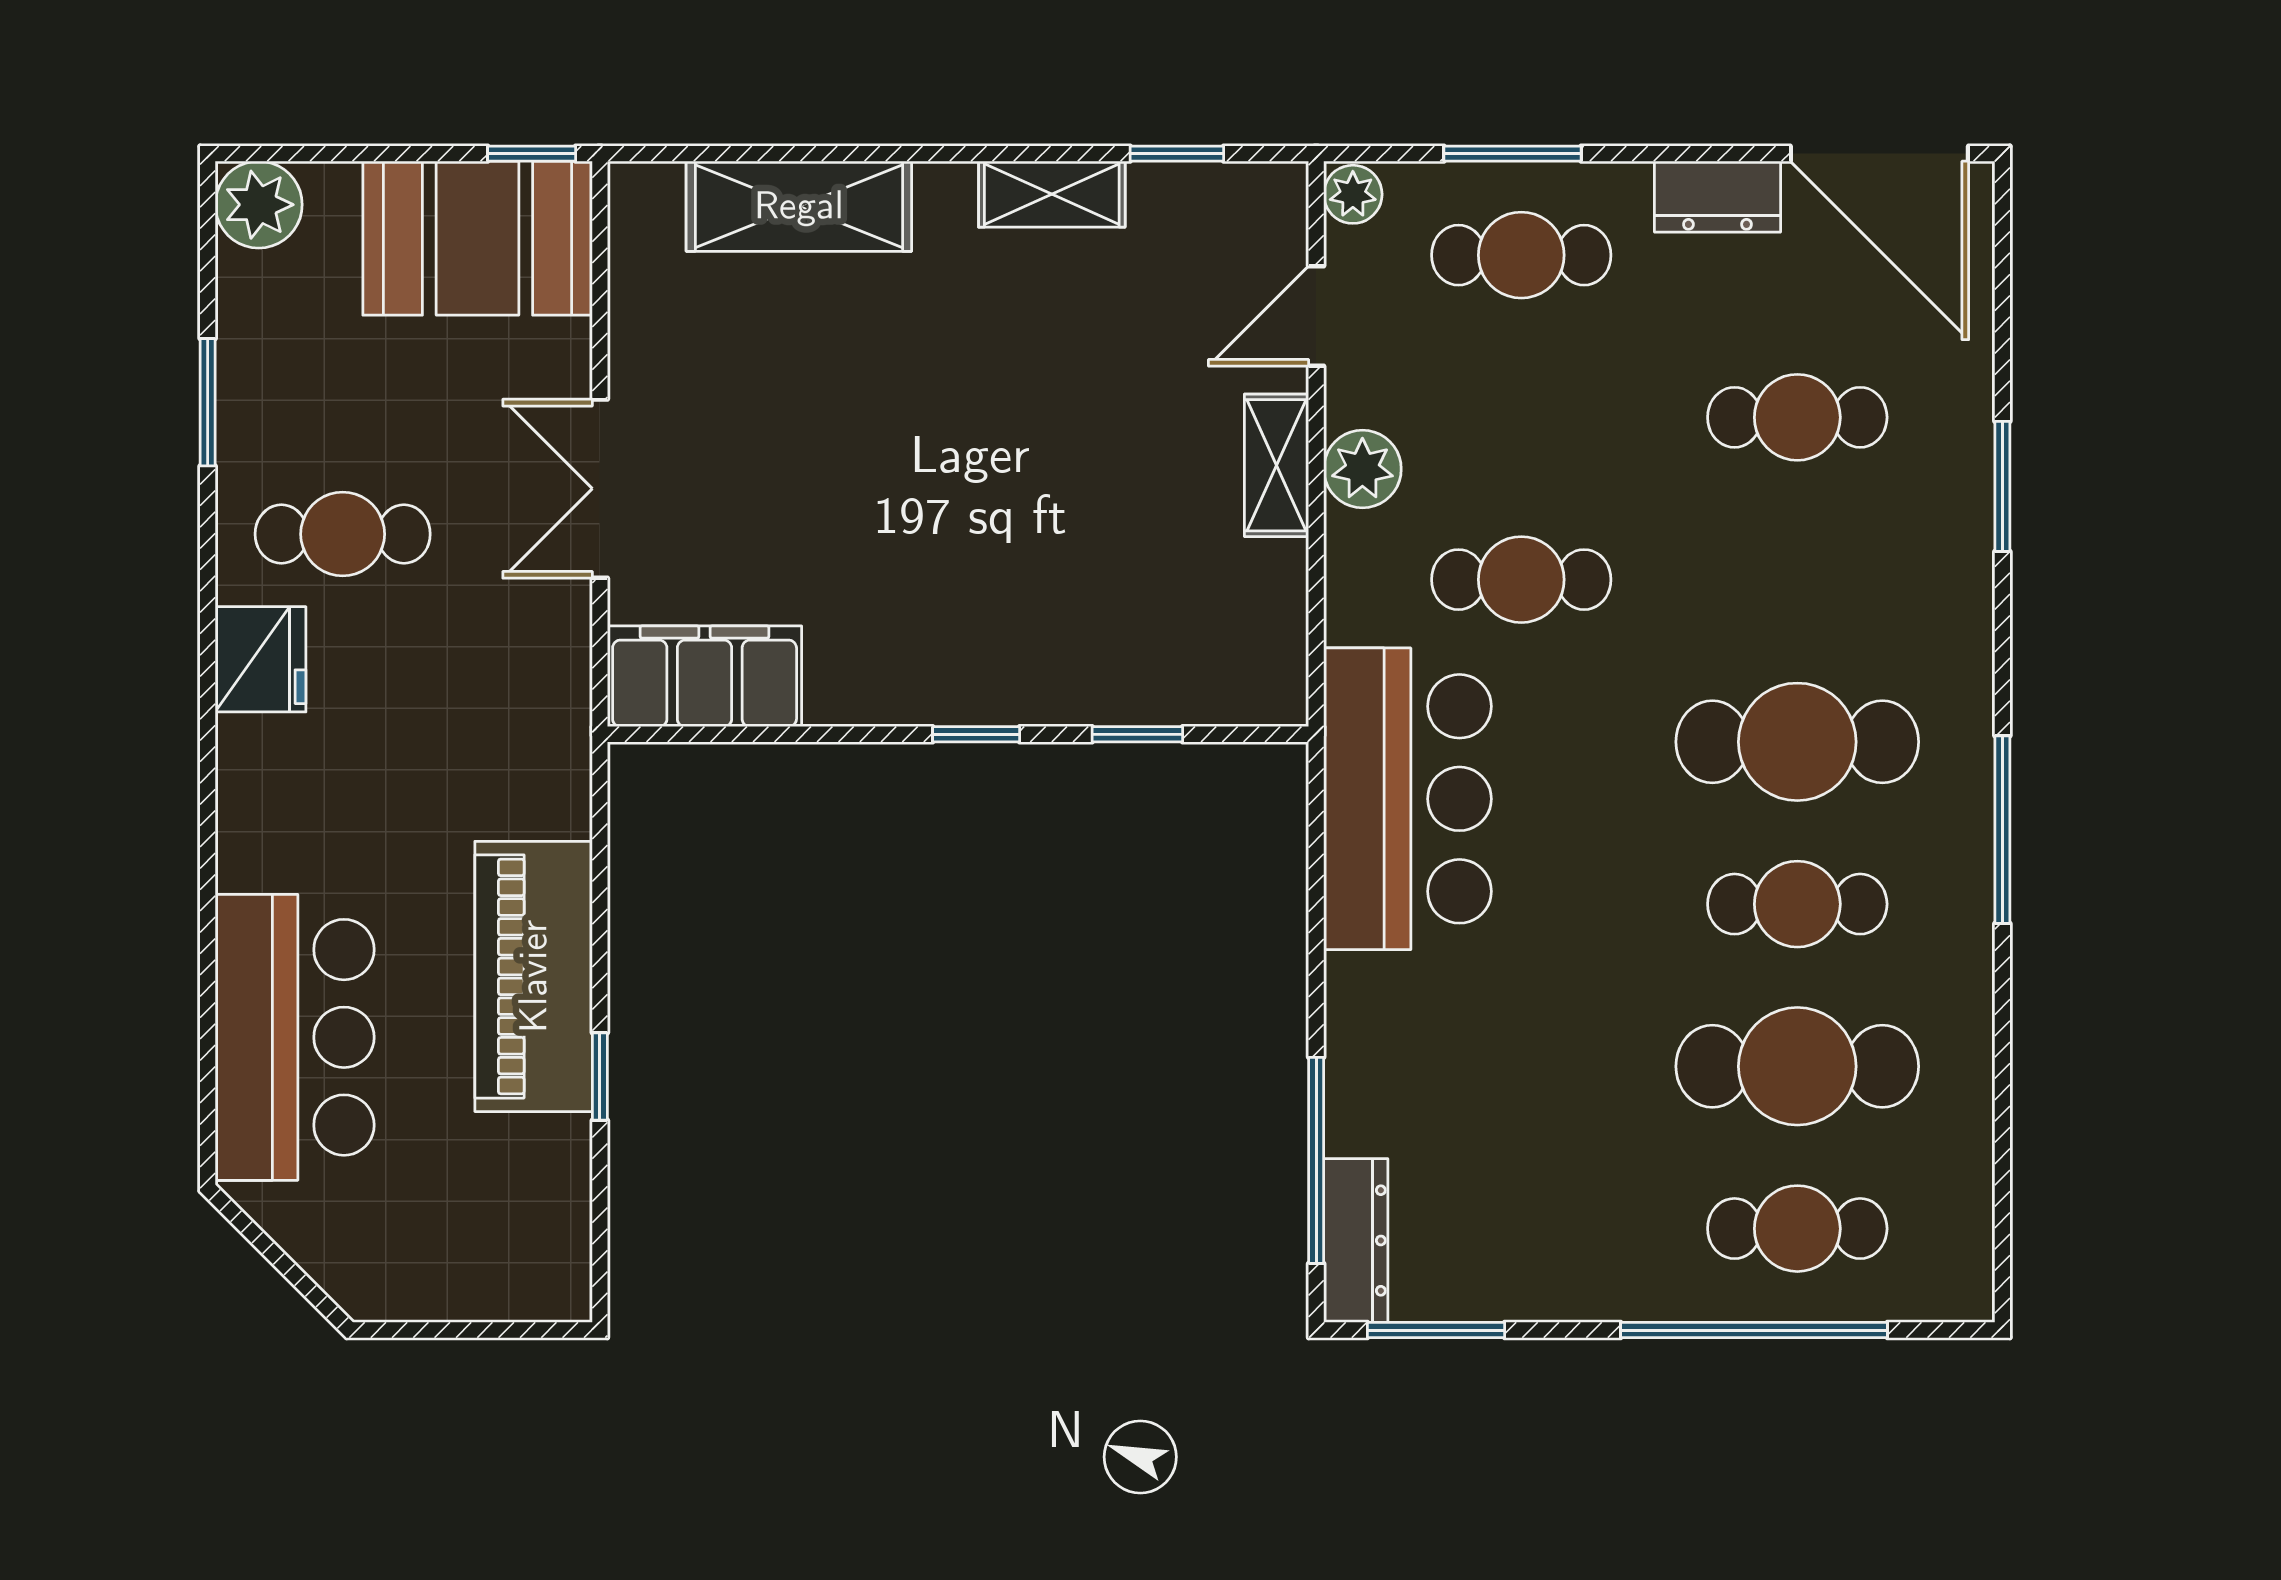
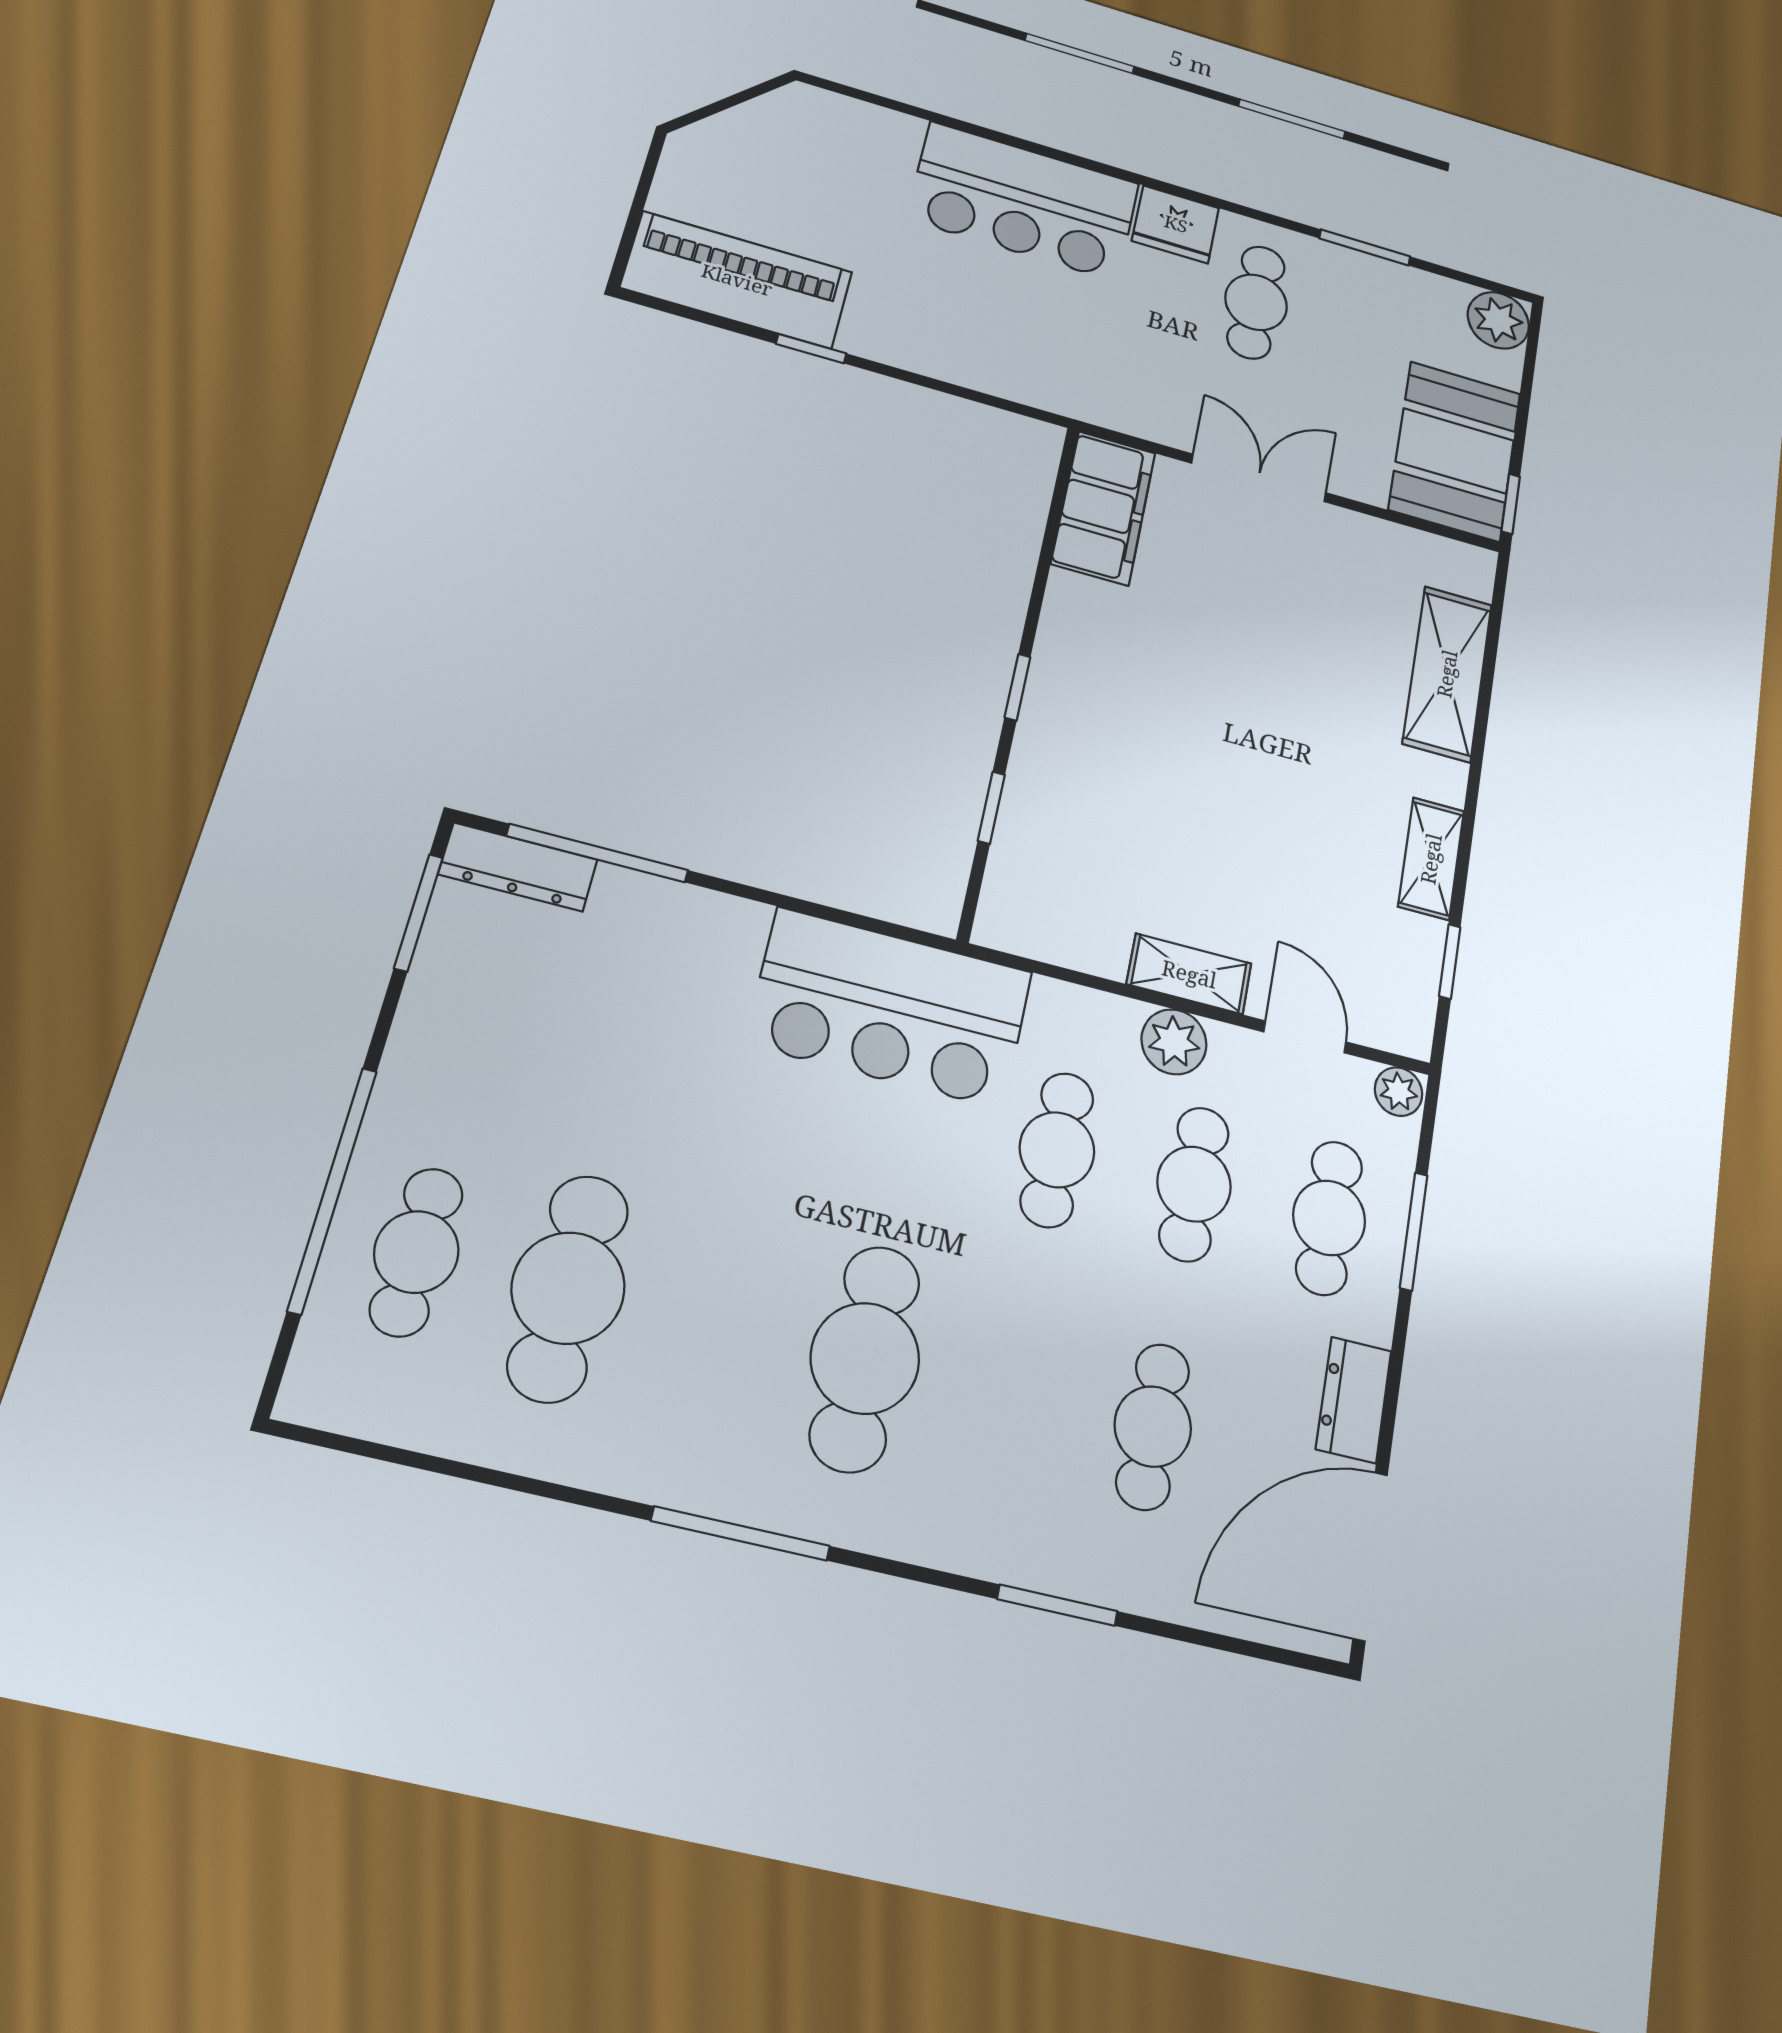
cafe table: (1797, 904) -> (1194, 1184), moved
piano: (534, 976) -> (737, 280), moved
bar counter: (295, 1037) -> (1024, 201), moved

